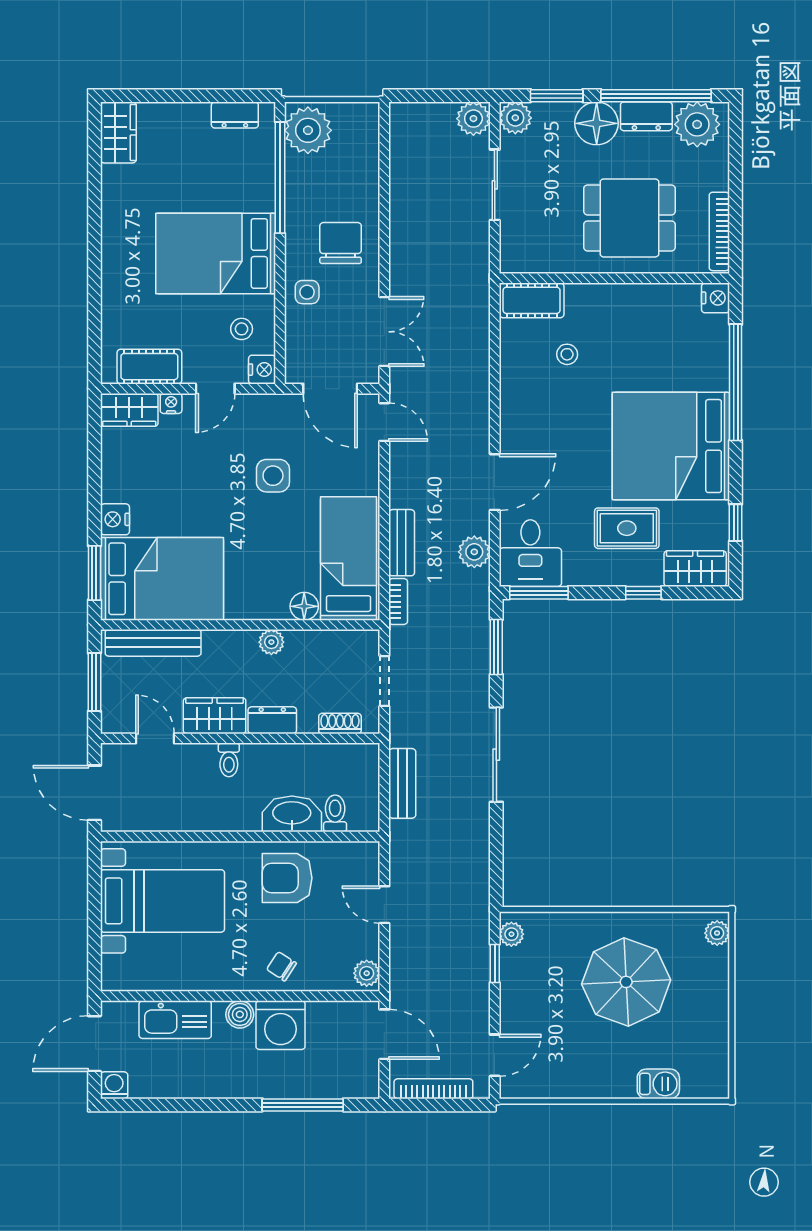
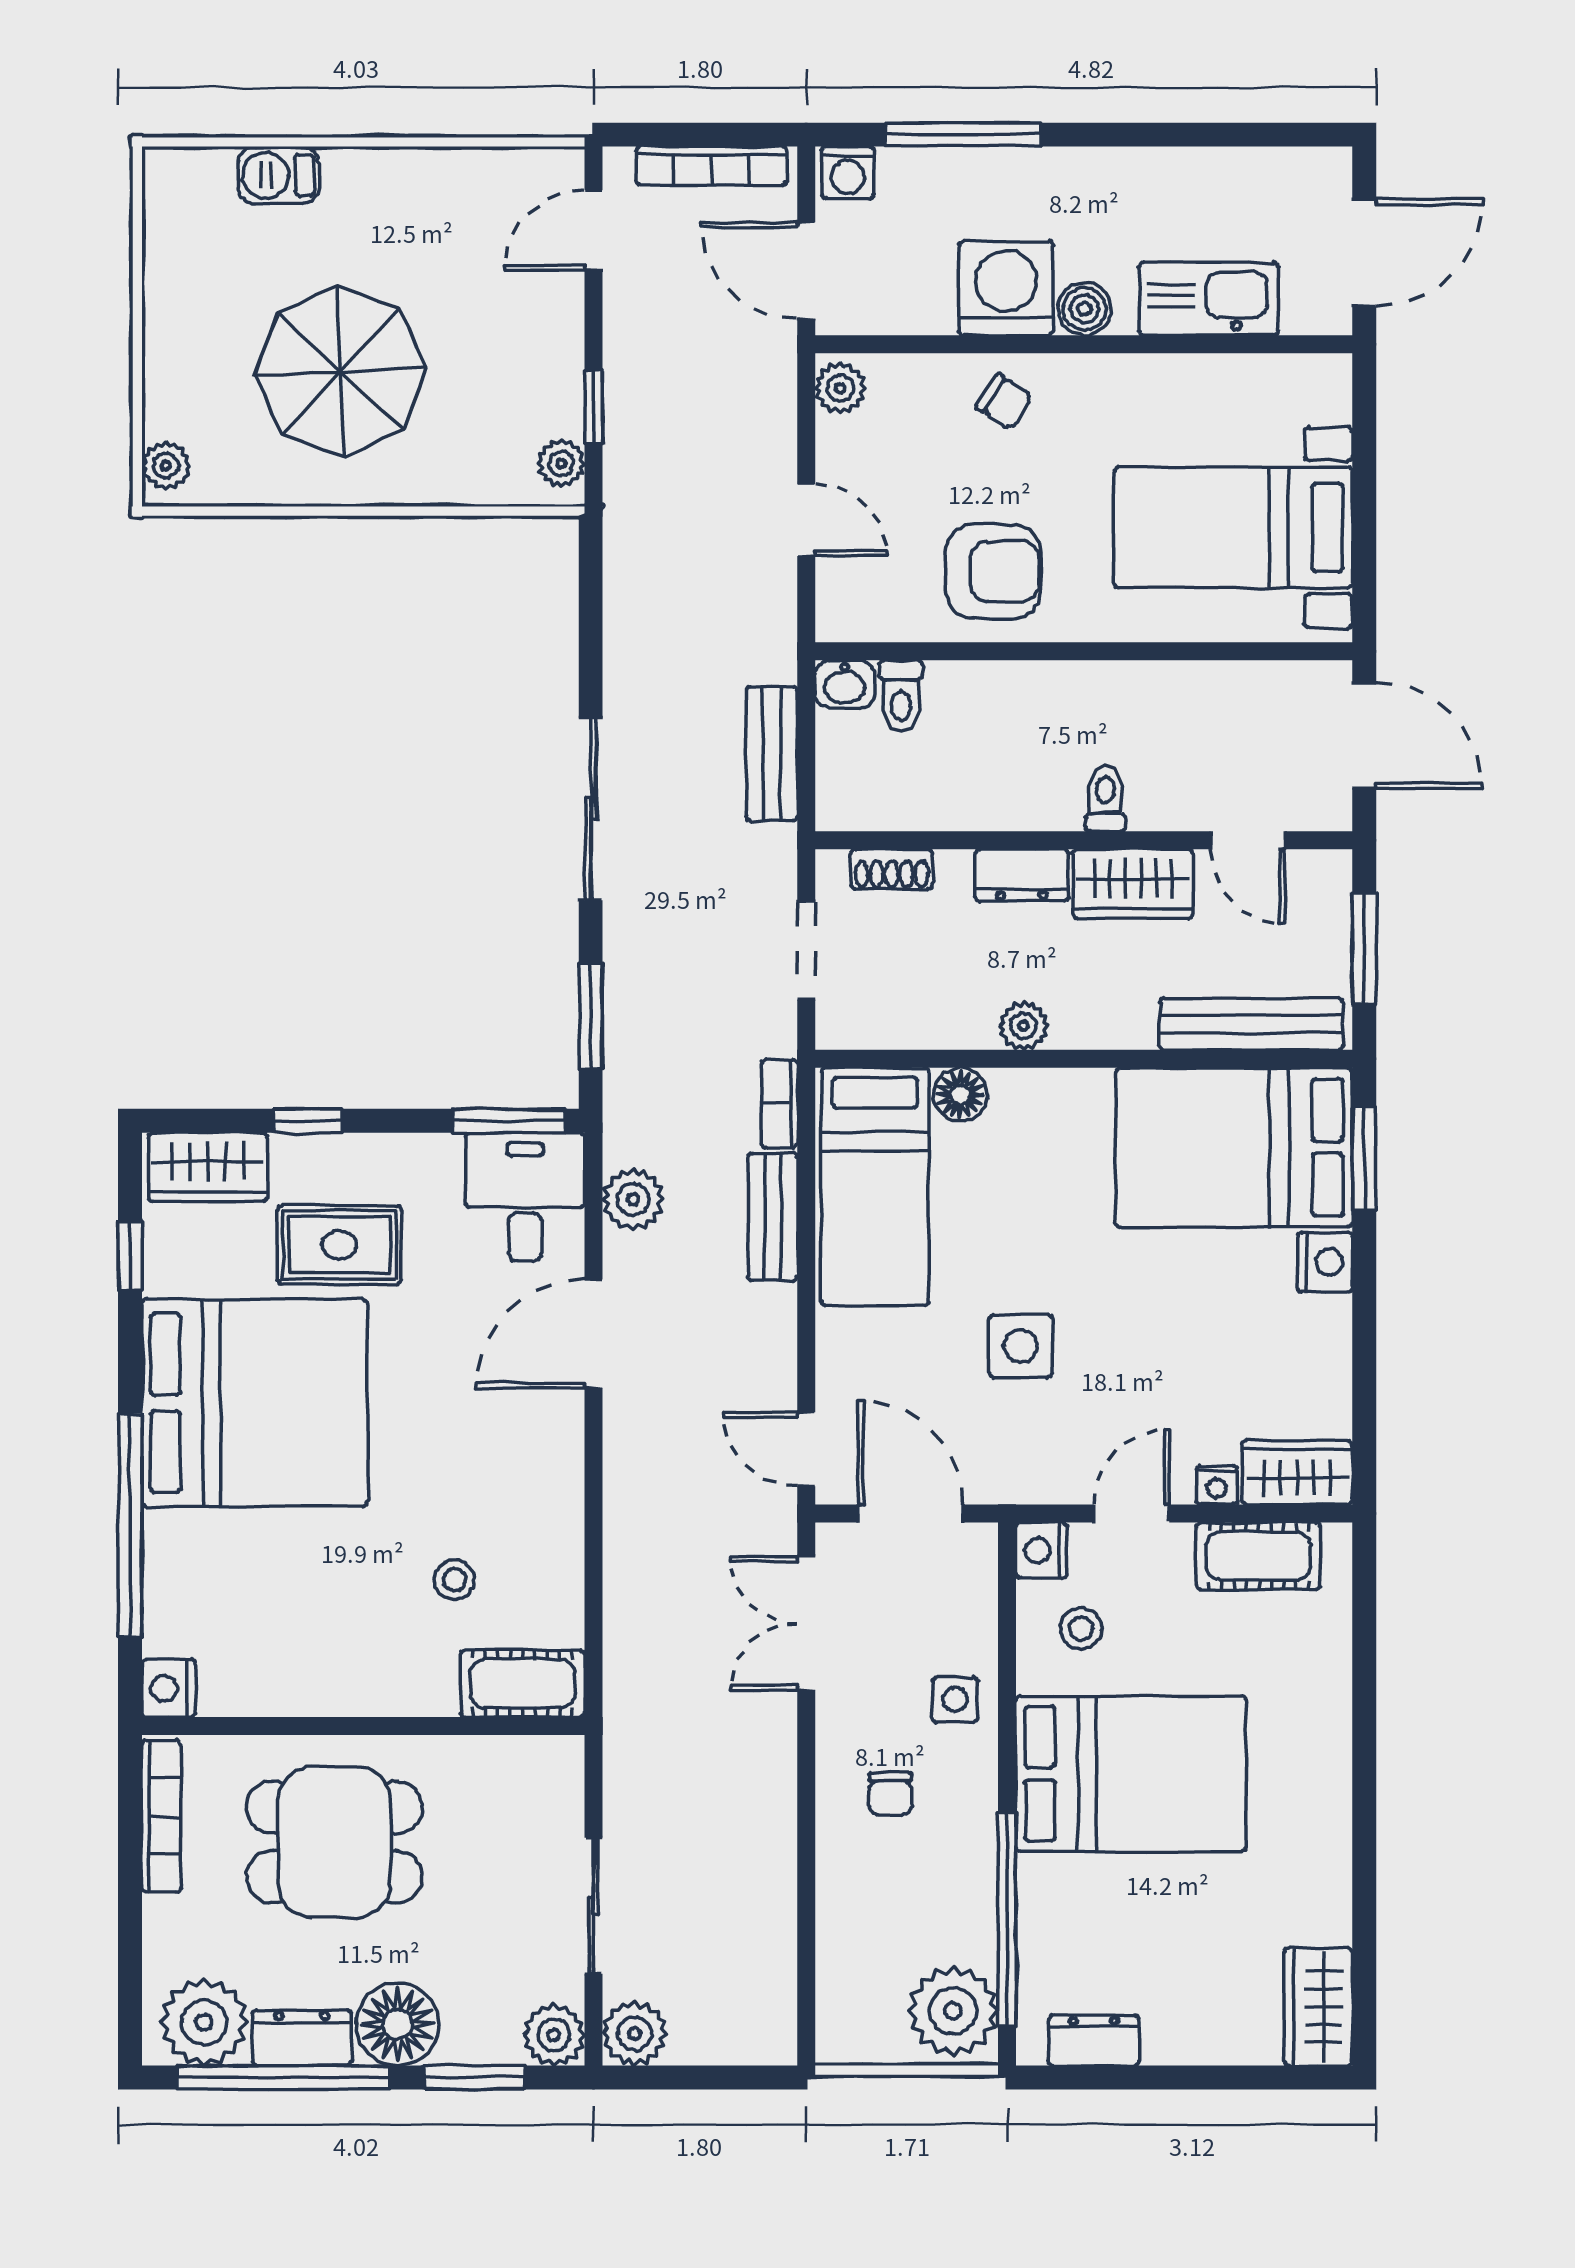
chair: (341, 243) -> (890, 1794), width x0.54, depth x0.54
washbasin: (292, 814) -> (845, 684), moved, width x0.52, depth x0.69
washing machine: (114, 1085) -> (848, 172), moved

